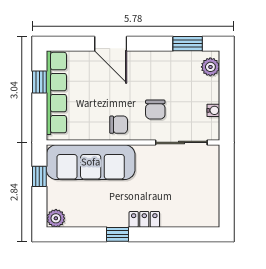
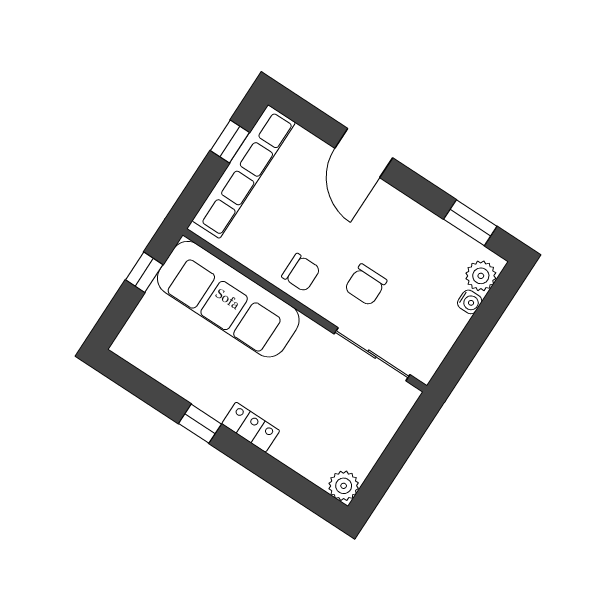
water cooler: (213, 110) -> (470, 302), moved
plant: (56, 218) -> (344, 486), moved

